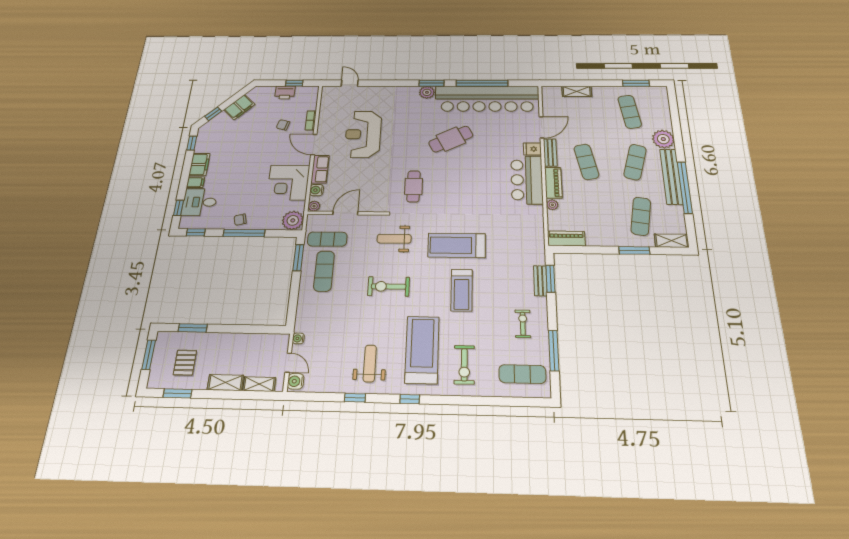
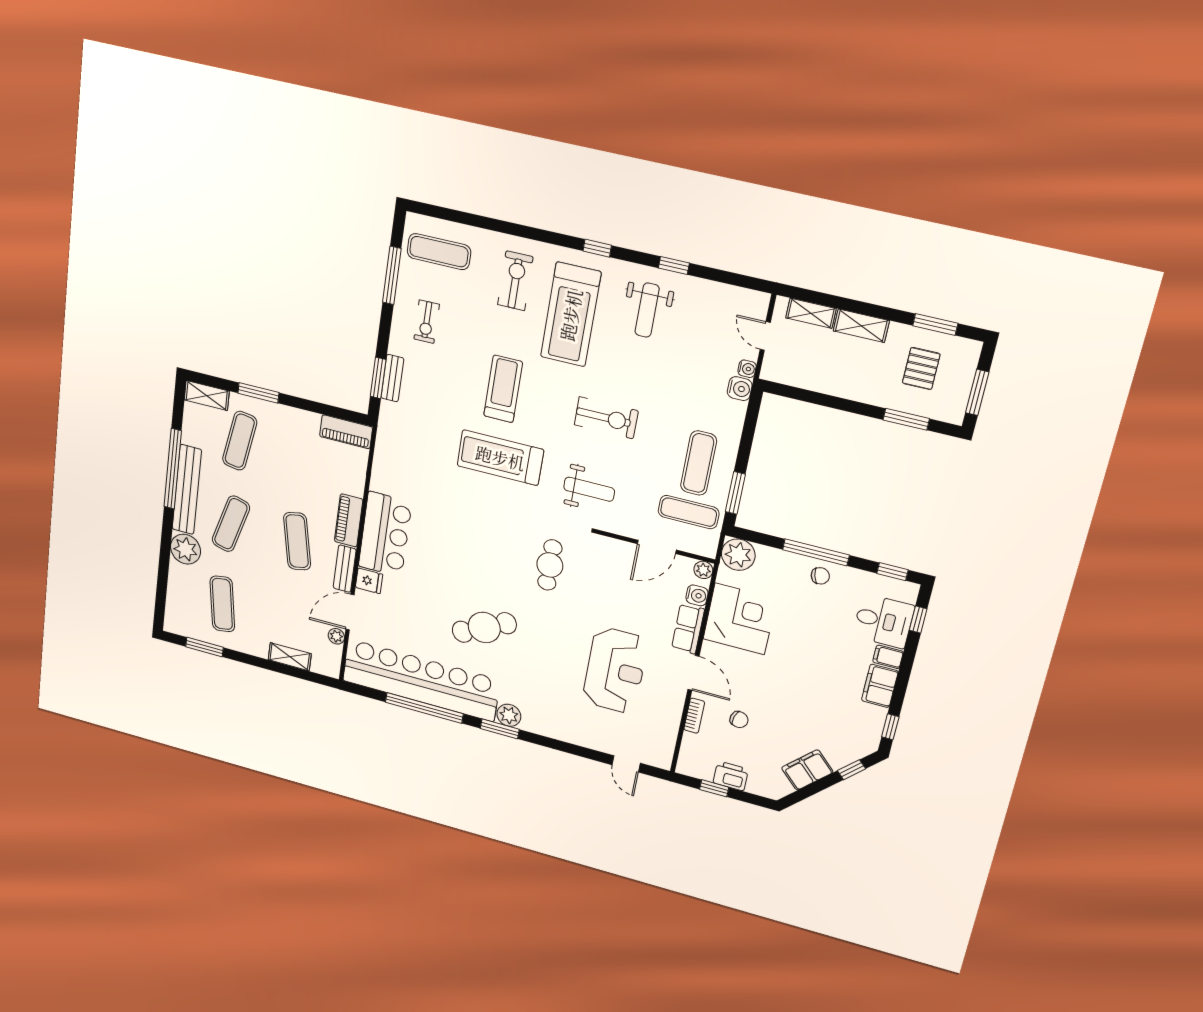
plant: (552, 205) -> (336, 636), moved
treadmill: (457, 245) -> (500, 458), turned 180
water cooler: (296, 381) -> (740, 389), moved

